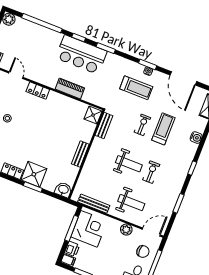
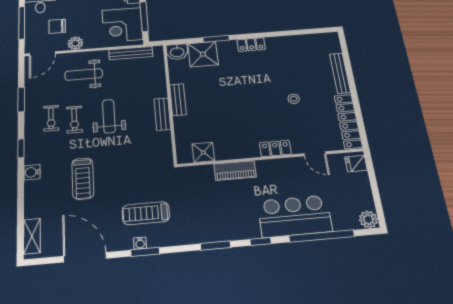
bar counter: (81, 55) -> (295, 216), moved
shower: (93, 115) -> (203, 152), moved
exercise bike: (142, 125) -> (51, 118), moved
bench: (104, 126) -> (162, 114), moved
water cooler: (196, 138) -> (32, 172), moved
weight bench: (129, 164) -> (109, 116), turned 90
shower: (34, 174) -> (203, 54), moved
chair: (143, 251) -> (57, 26), moved

